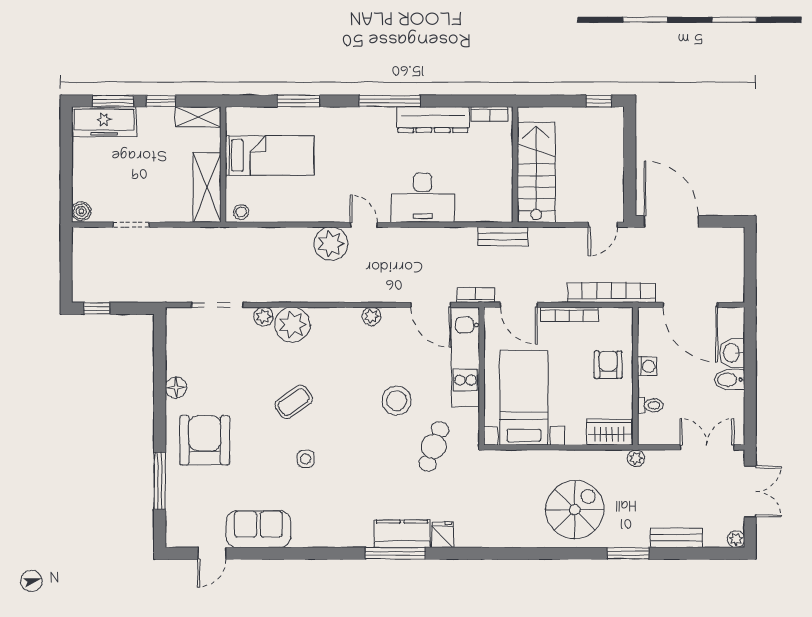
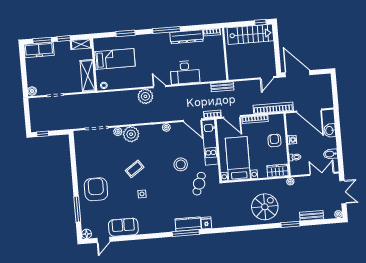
stairs: (536, 172) -> (250, 34), moved, turned 90
bidet: (730, 380) -> (330, 154), moved
floor lamp: (176, 388) -> (87, 234), moved

